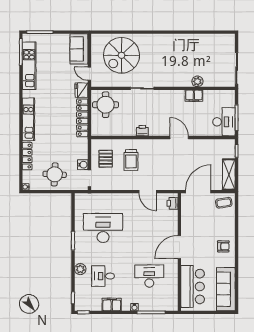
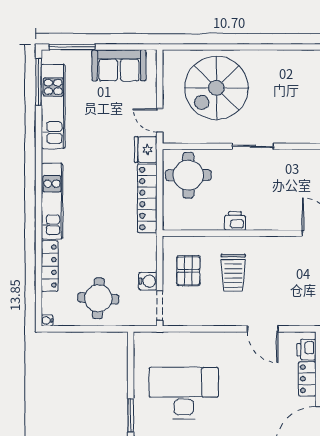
sofa: (79, 49) -> (119, 65), moved, turned -90
printer: (142, 131) -> (235, 221), moved
locker: (173, 220) -> (307, 379), added

